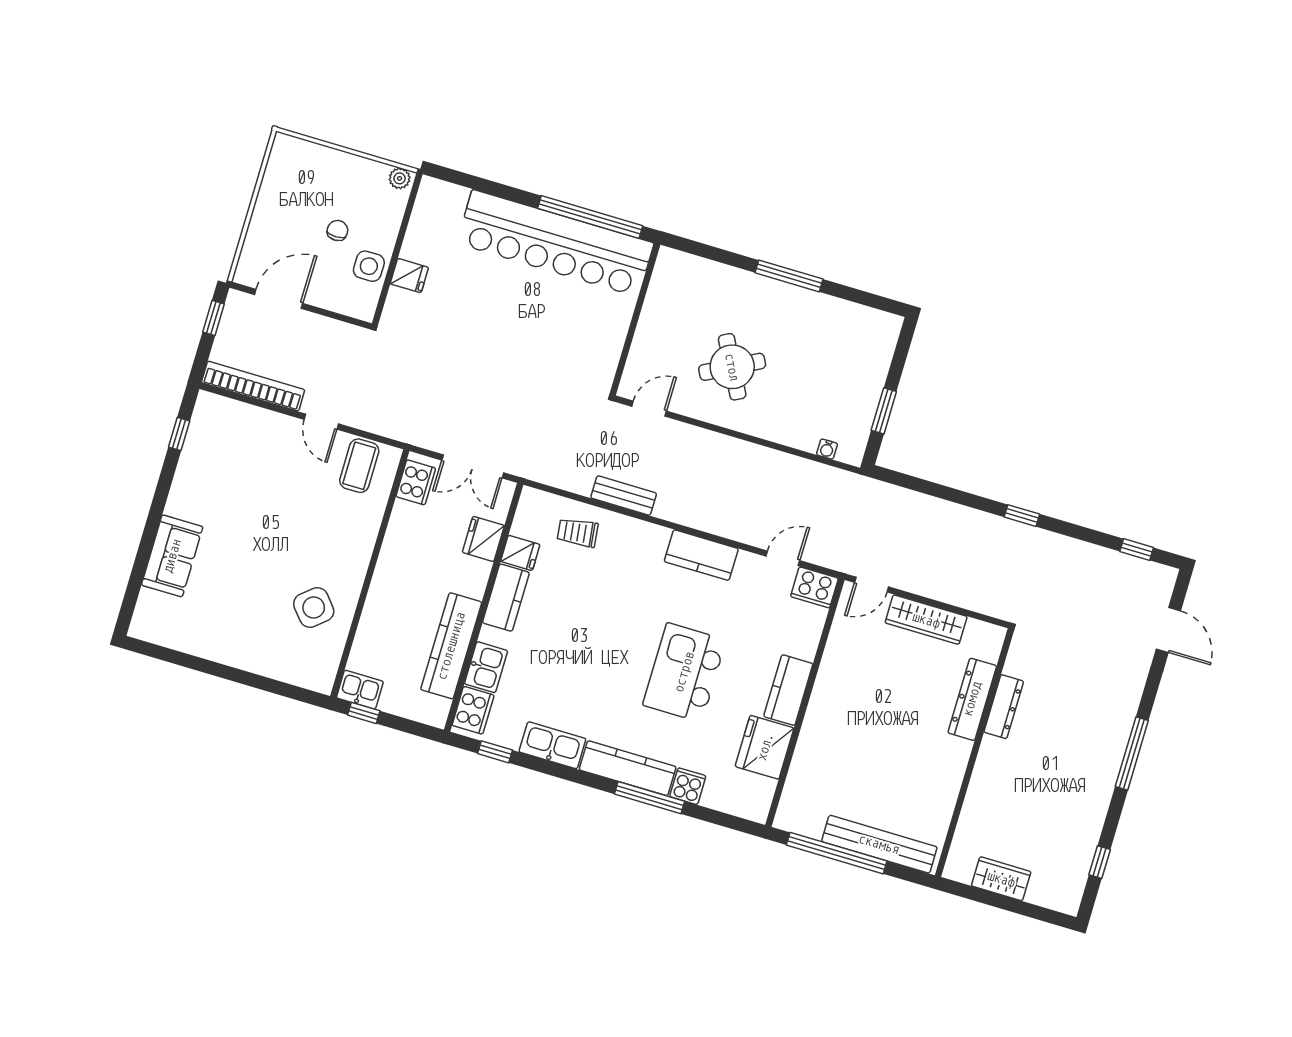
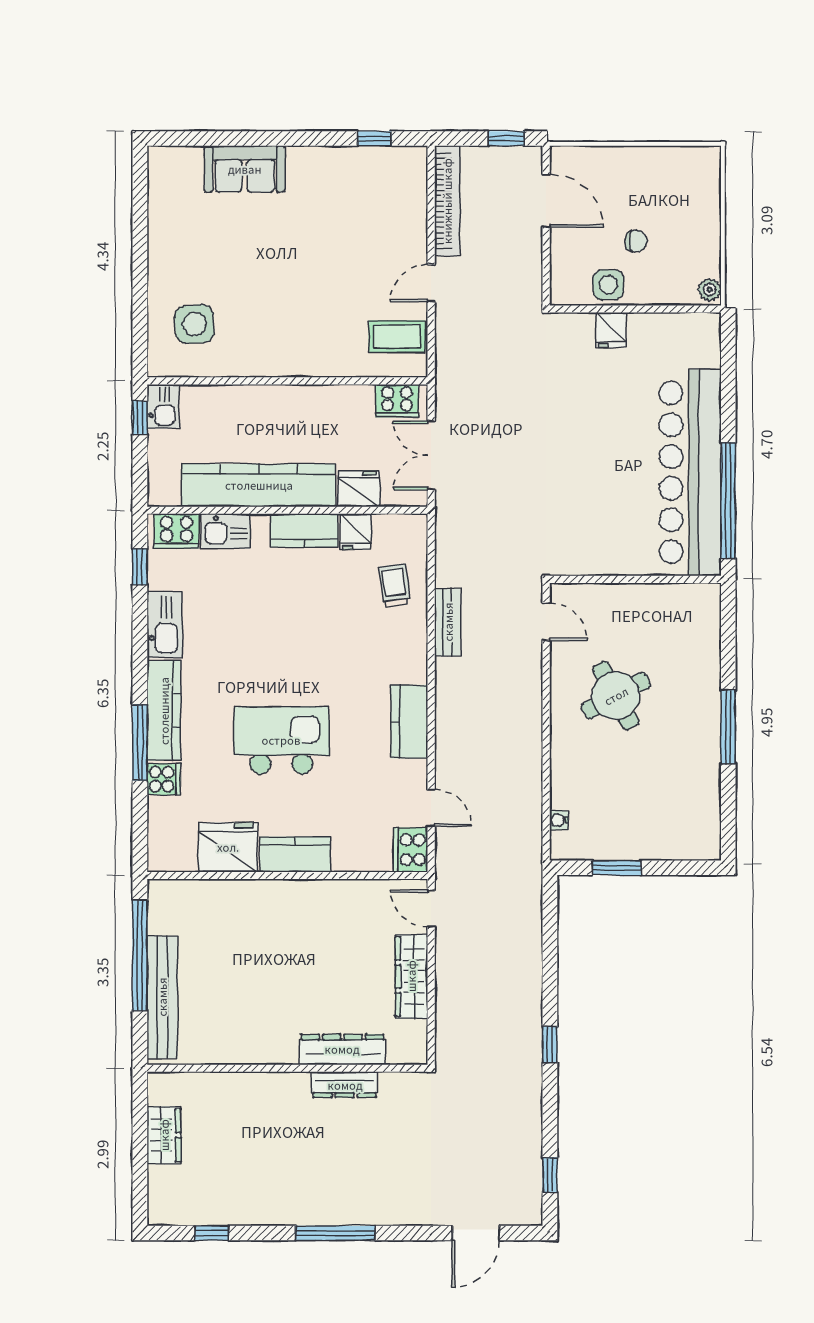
side table: (314, 607) -> (194, 324), moved, turned 36
kitchen counter: (451, 646) -> (259, 485), width x1.39, depth x1.17

